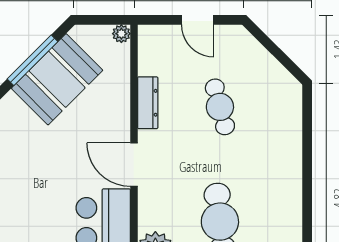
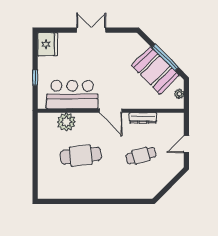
plant: (121, 34) -> (179, 94), moved
door: (134, 165) -> (111, 111), swing flipped

